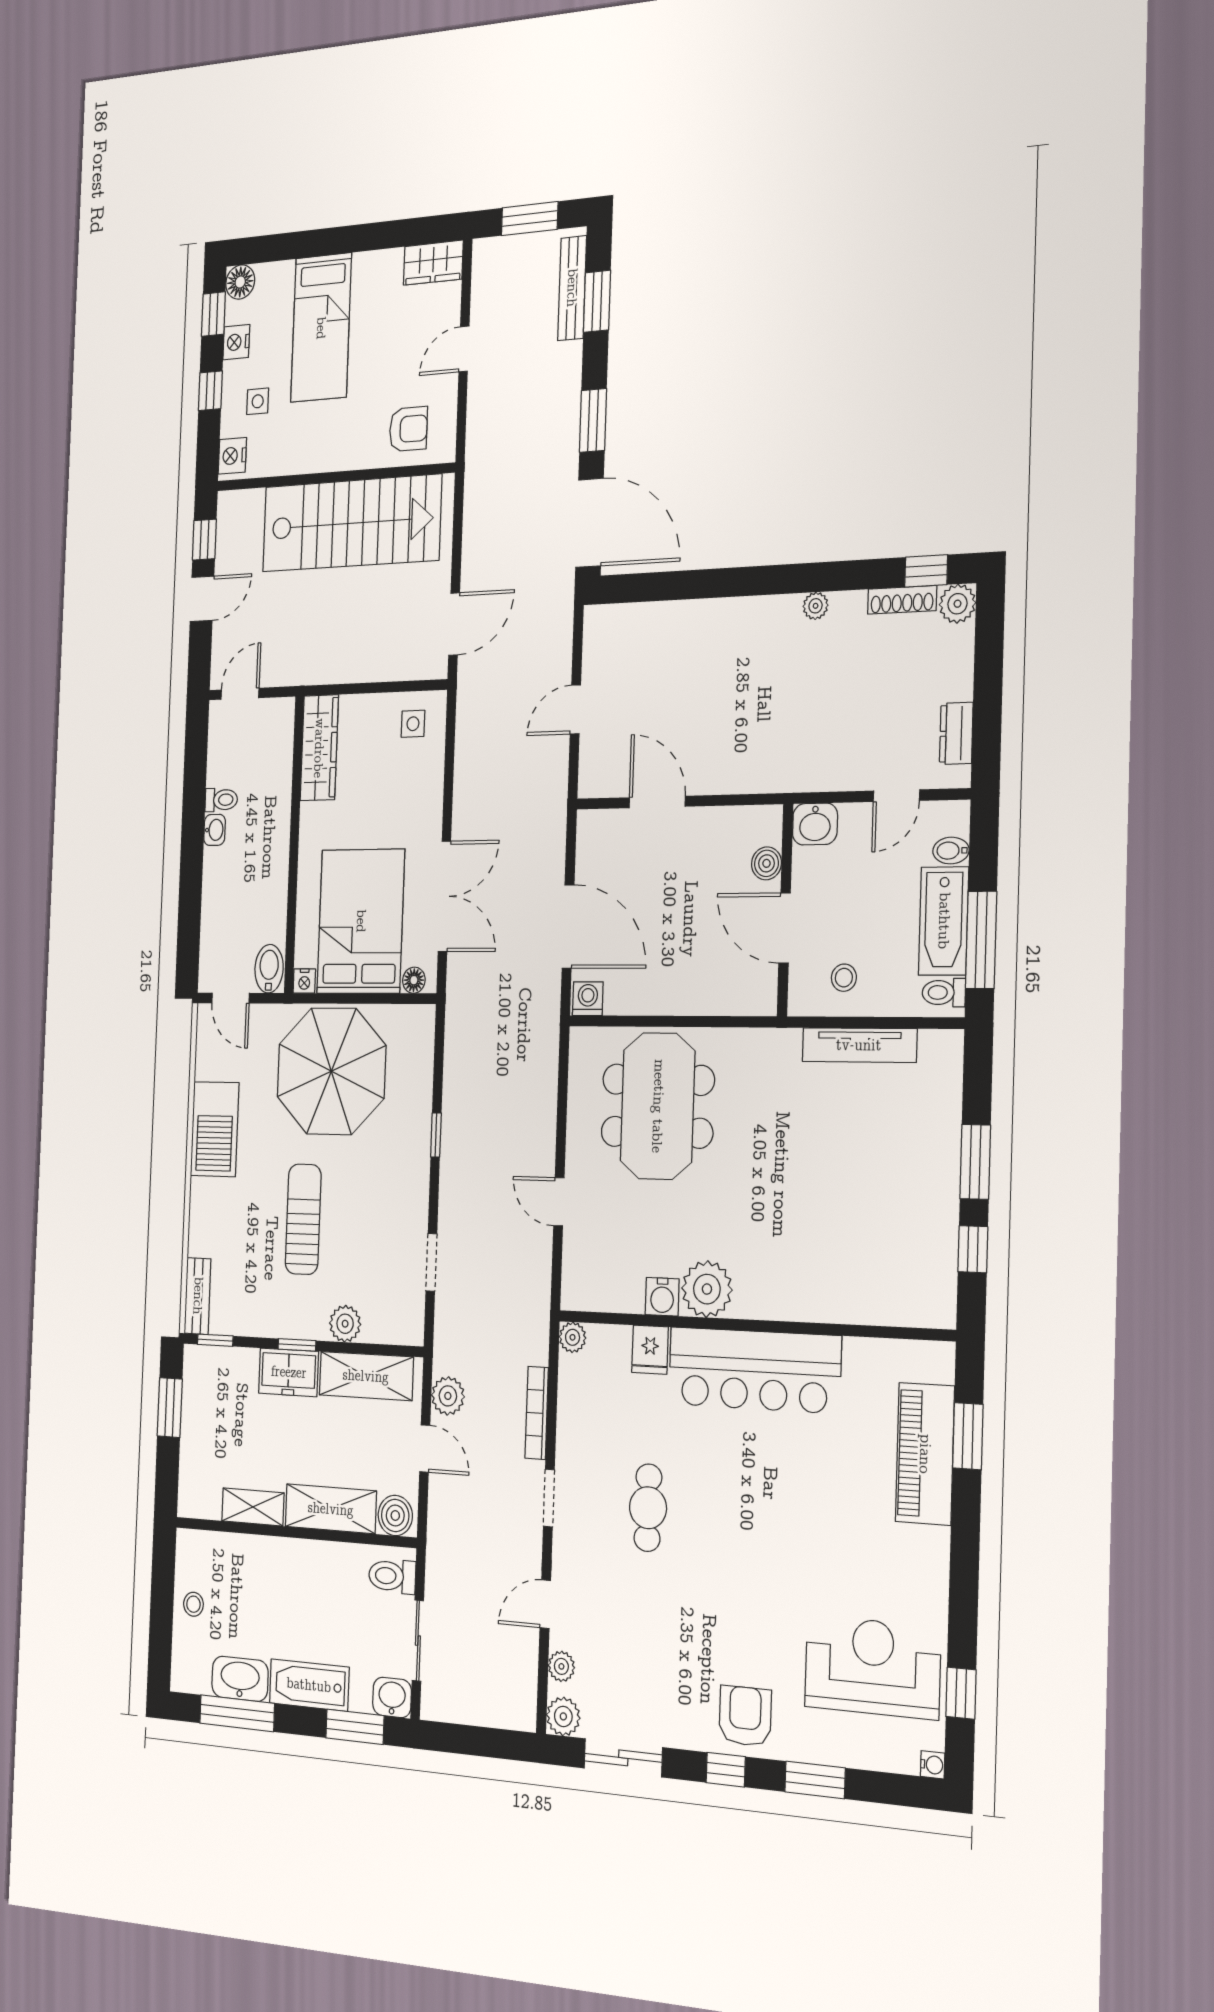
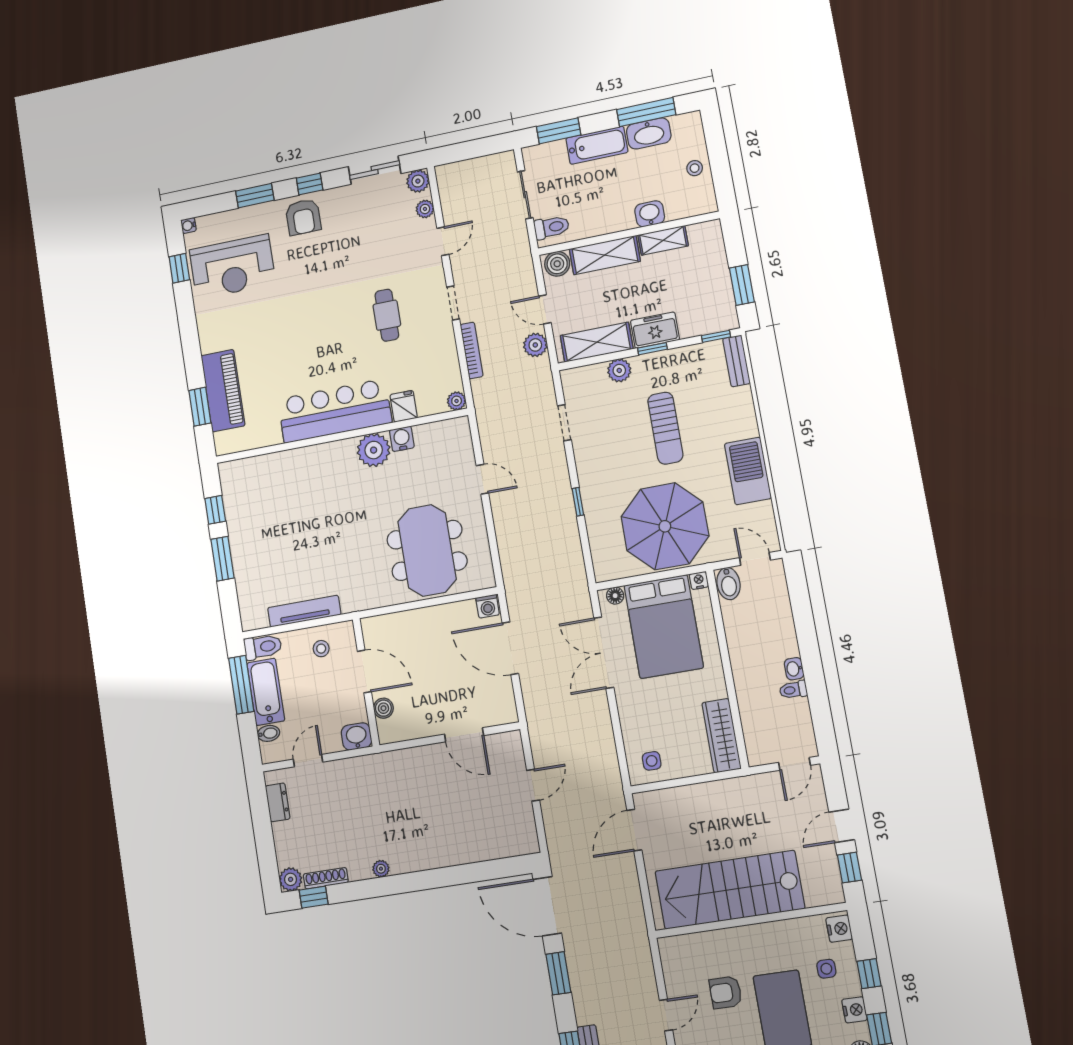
armchair: (408, 429) -> (726, 992), moved
toilet: (944, 993) -> (263, 647), width x1.37, depth x1.39
washbasin: (392, 1697) -> (650, 214), moved, turned 180

